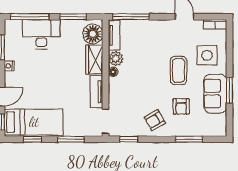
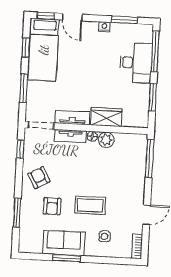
floor lamp: (93, 34) -> (133, 117), removed
tv unit: (114, 35) -> (70, 136), moved
side table: (207, 55) -> (105, 236), width x0.54, depth x0.54
armchair: (181, 106) -> (52, 206), turned -90

